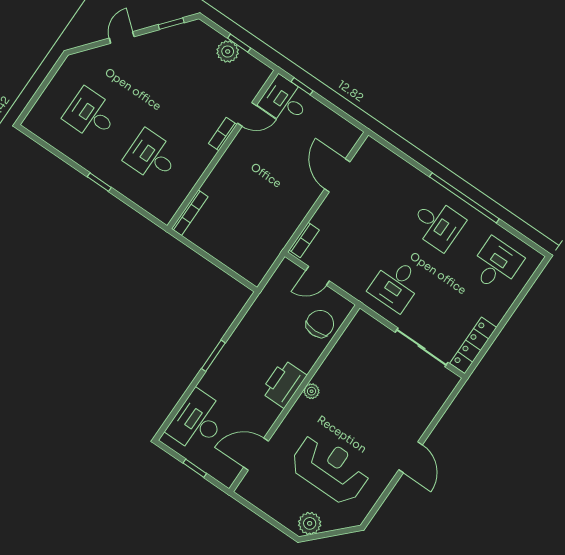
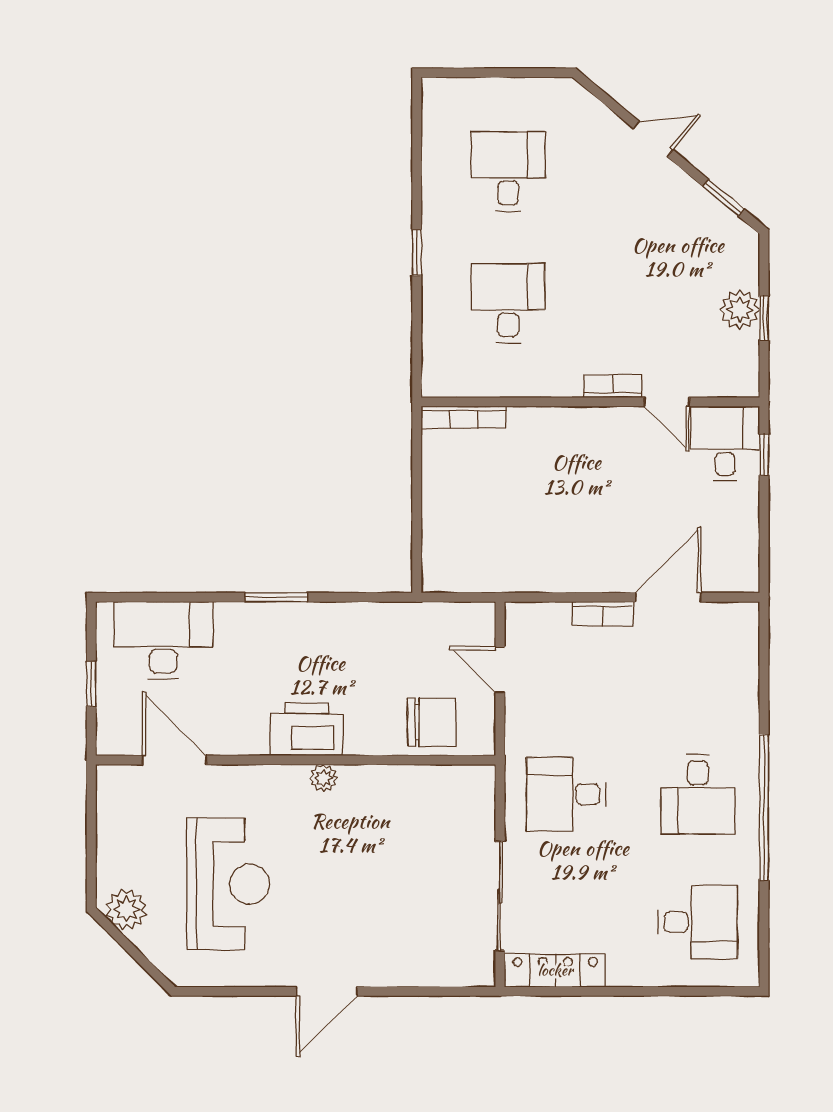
bookcase: (304, 240) -> (603, 614), moved

